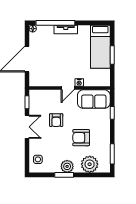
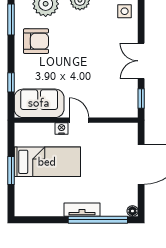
bed: (100, 47) -> (47, 162), moved, turned 90
door: (68, 88) -> (79, 120), hinge flipped
armchair: (56, 120) -> (97, 71), removed
armchair: (81, 138) -> (36, 41), moved

